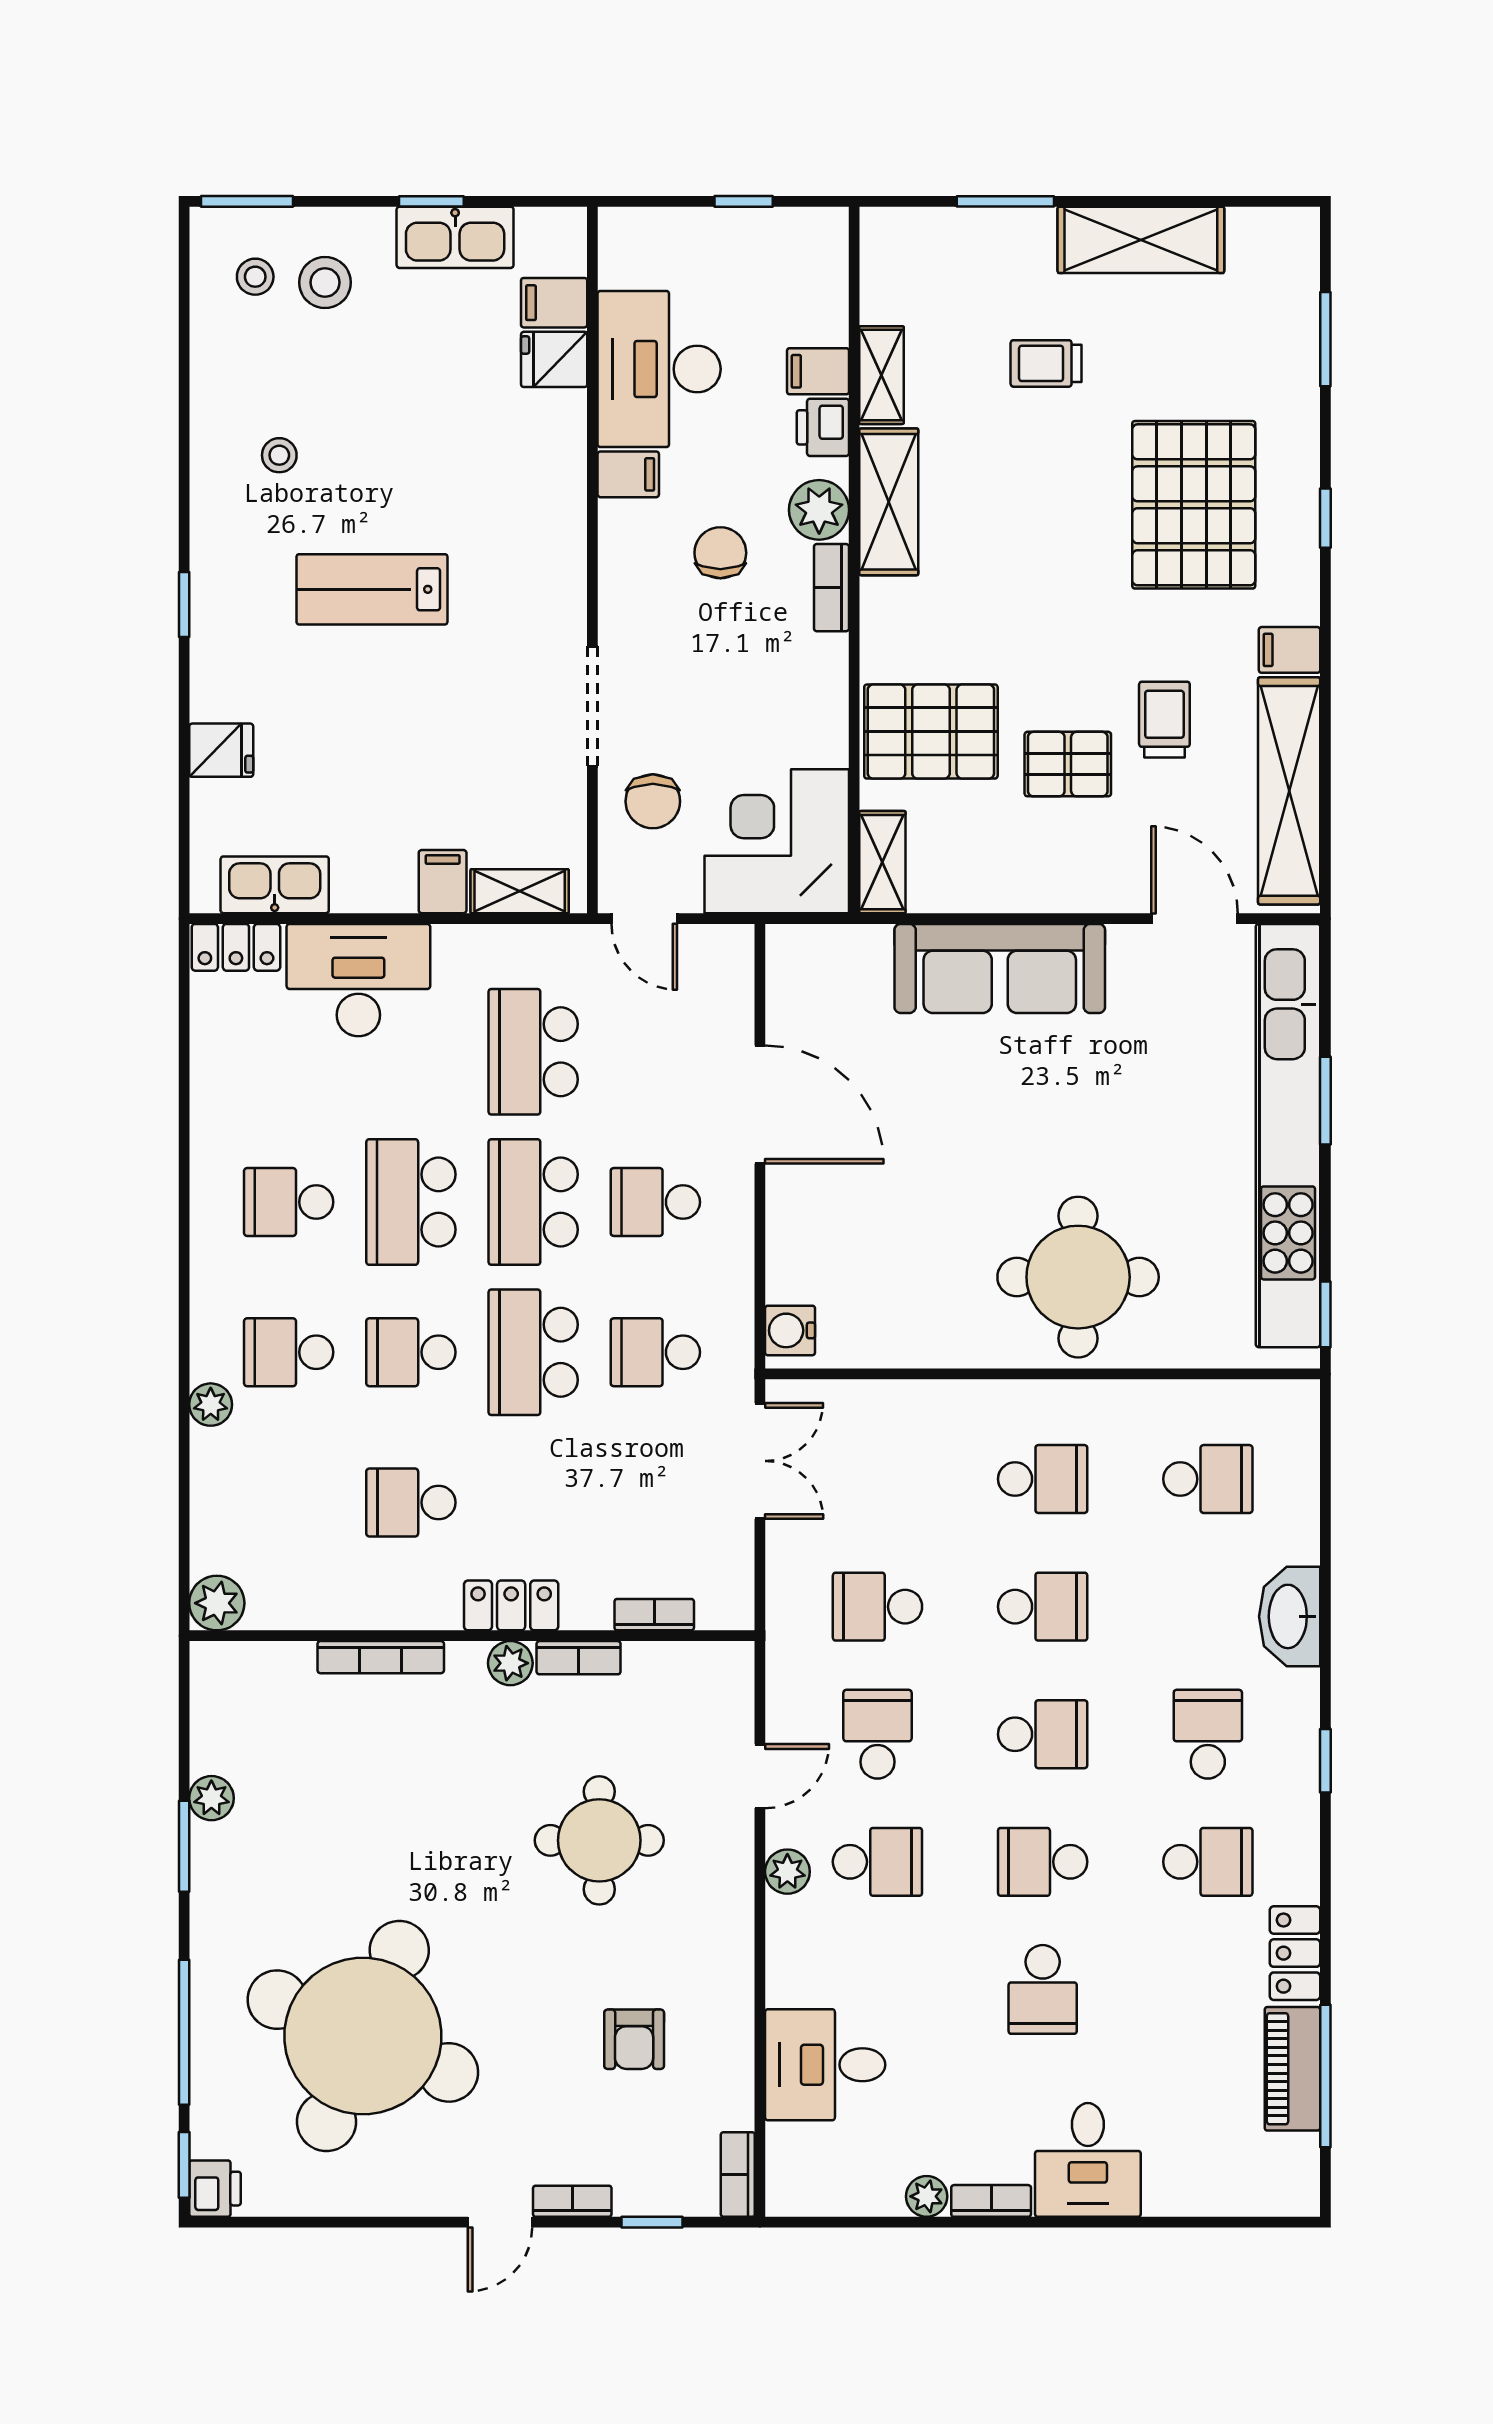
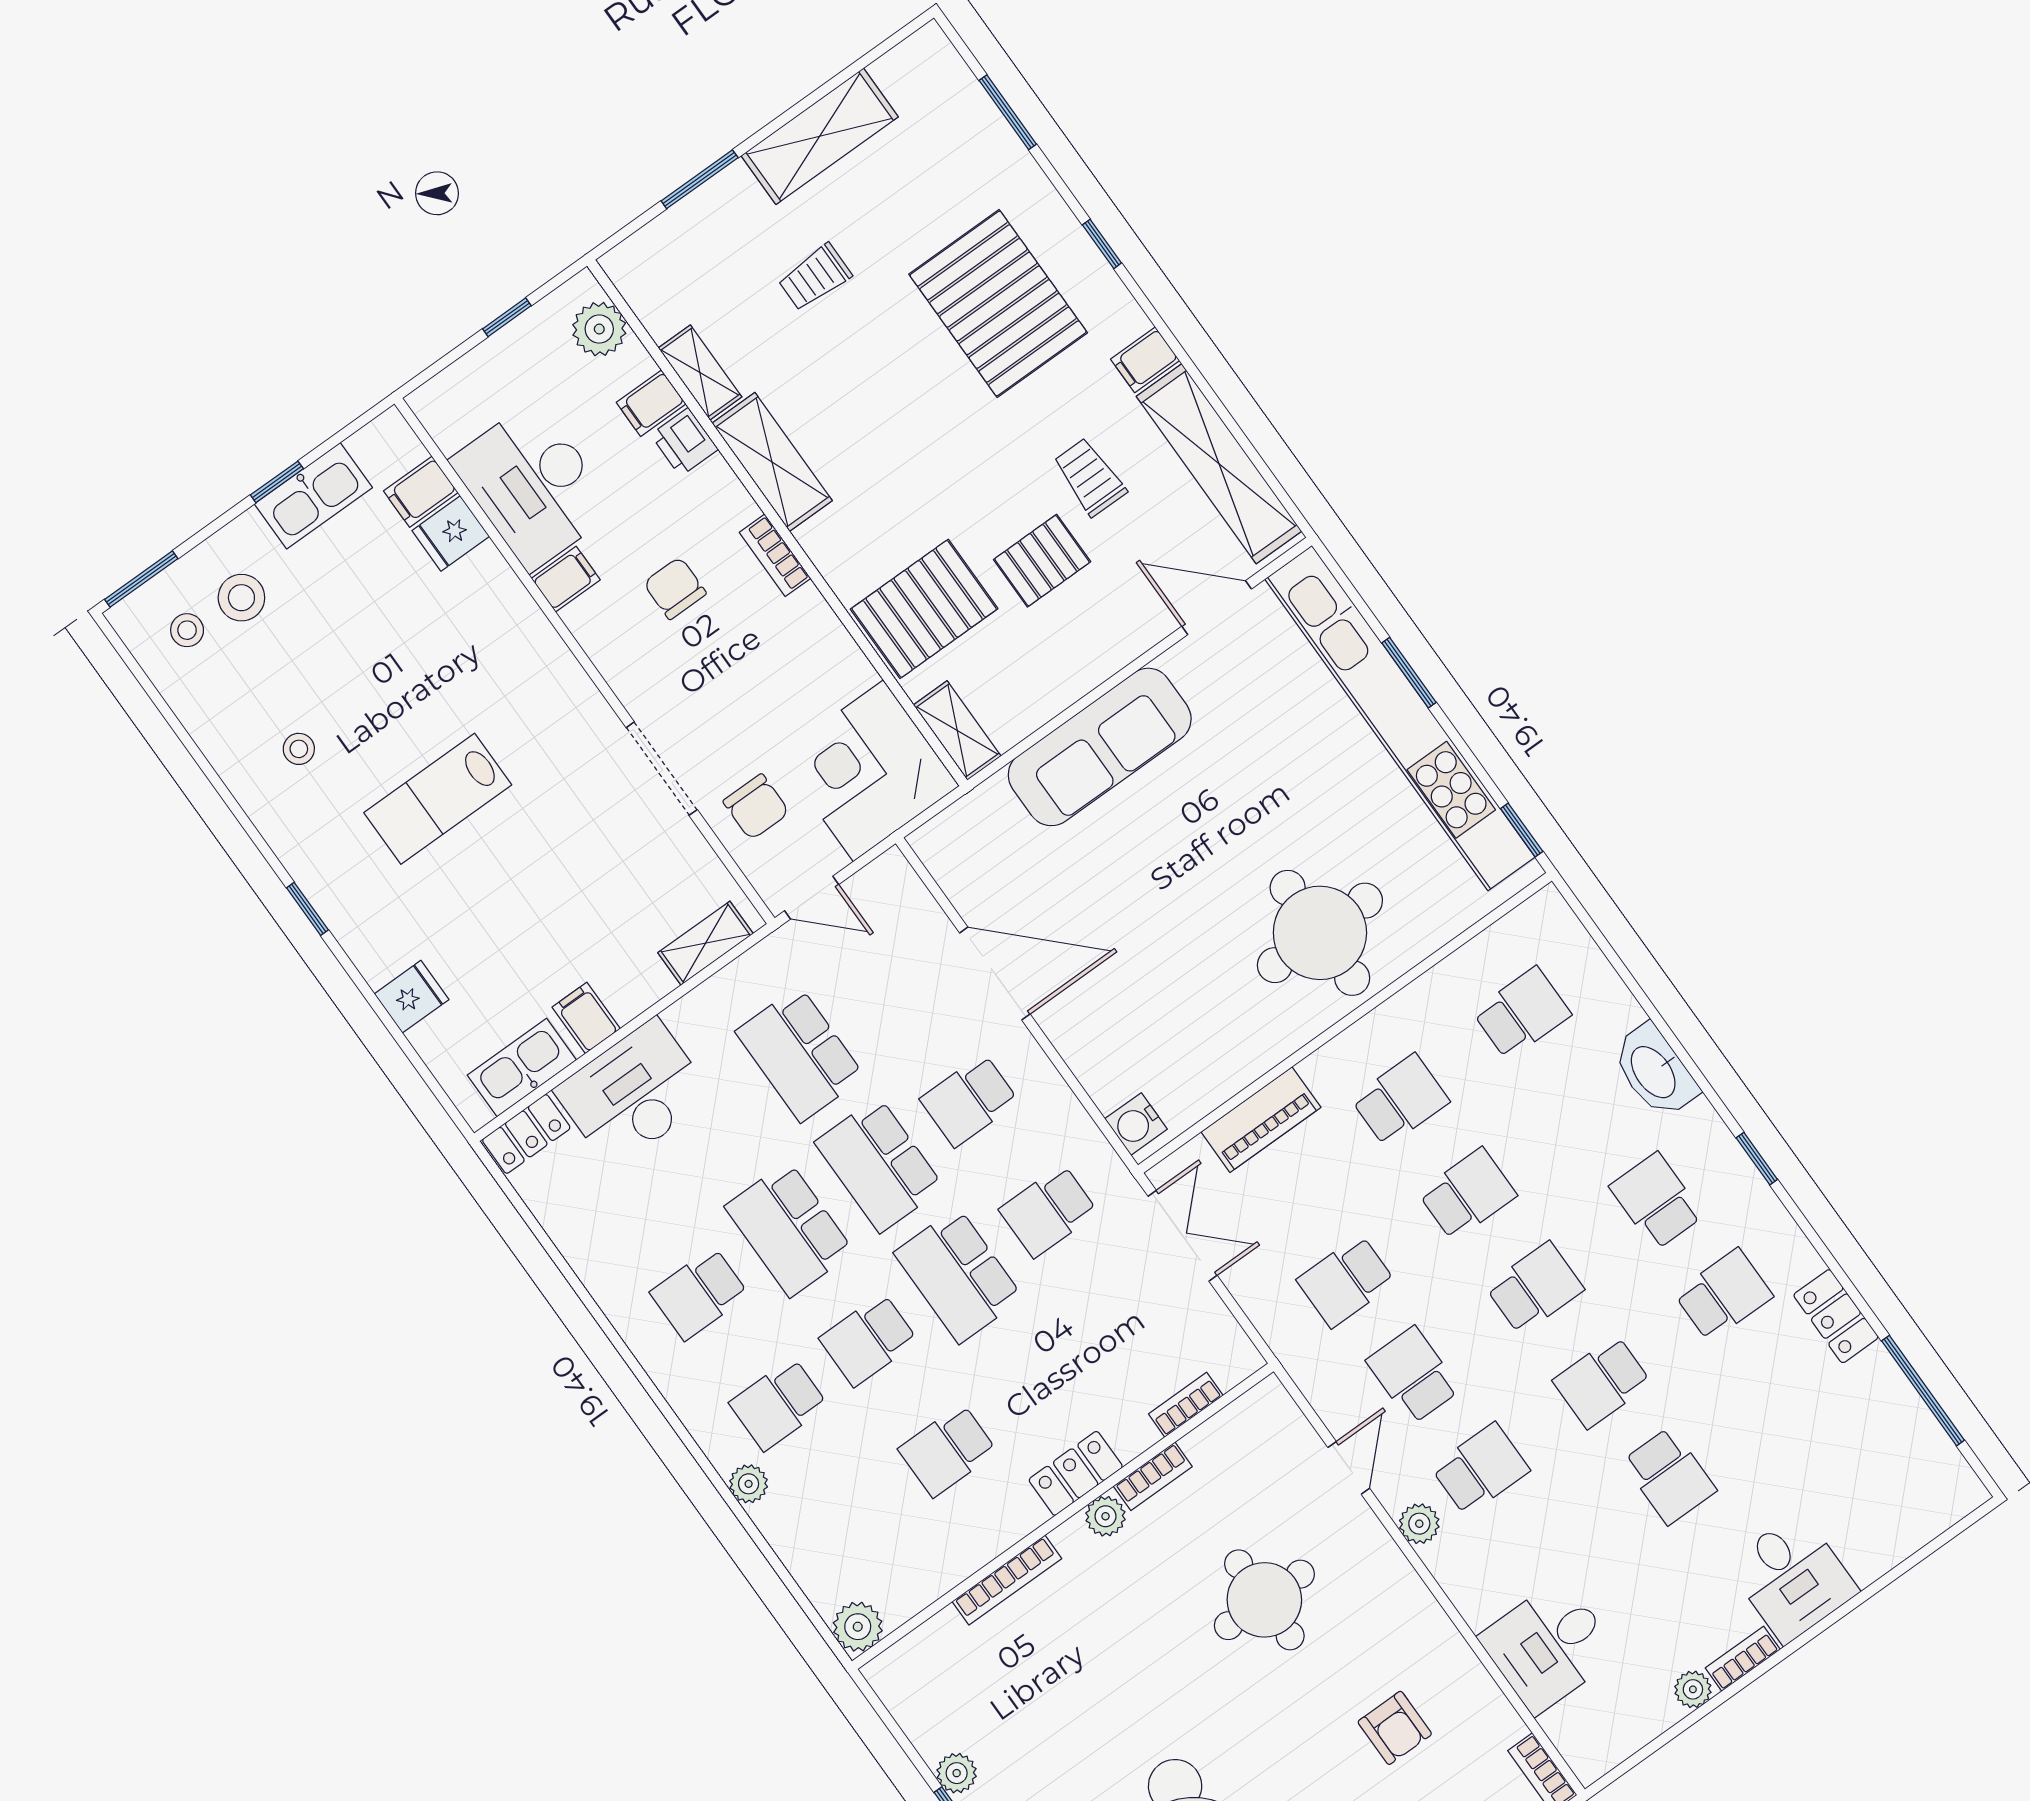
plant: (819, 510) -> (599, 329), moved
filing cabinet: (443, 882) -> (586, 1018), moved
piano: (1292, 2069) -> (1261, 1120), moved, turned -90

